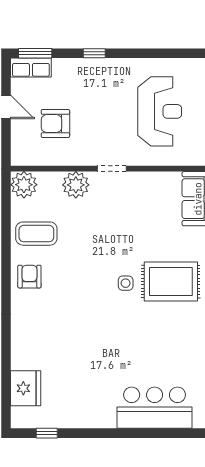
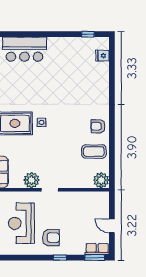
armchair: (55, 124) -> (51, 238), moved
plant: (76, 185) -> (31, 180), moved
armchair: (29, 277) -> (98, 126), turned 90
fridge: (26, 388) -> (102, 56), width x0.53, depth x0.75

